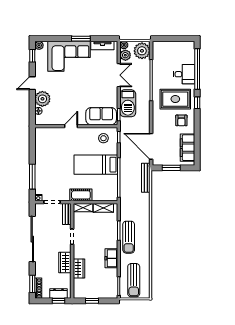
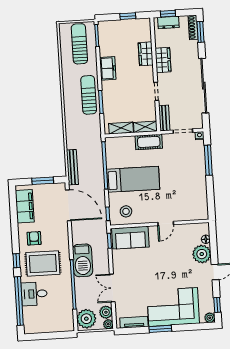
barbecue: (128, 103) -> (83, 260), moved, turned 180

